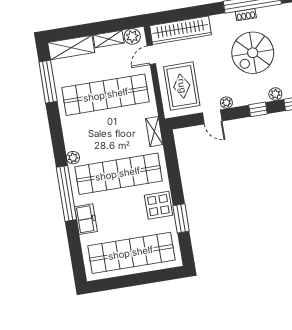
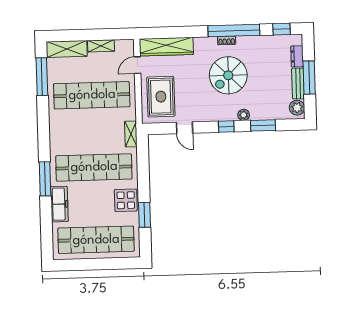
plant: (132, 36) -> (123, 46), removed
plant: (226, 103) -> (199, 117), removed
plant: (73, 158) -> (55, 148), removed
window: (66, 193) -> (45, 179), width x0.68
freezer: (86, 219) -> (59, 204), width x1.40

